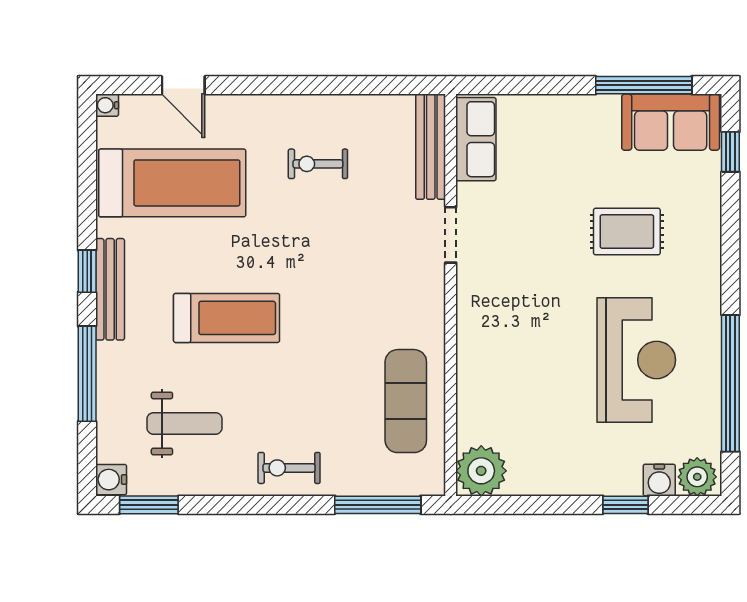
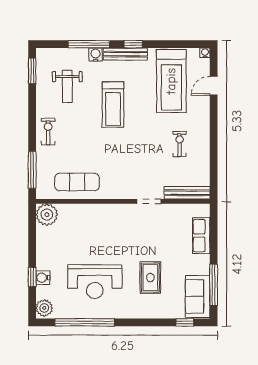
row of seats: (476, 139) -> (201, 236), moved, turned 90
water cooler: (111, 480) -> (96, 55), moved
water cooler: (659, 480) -> (43, 278), moved

